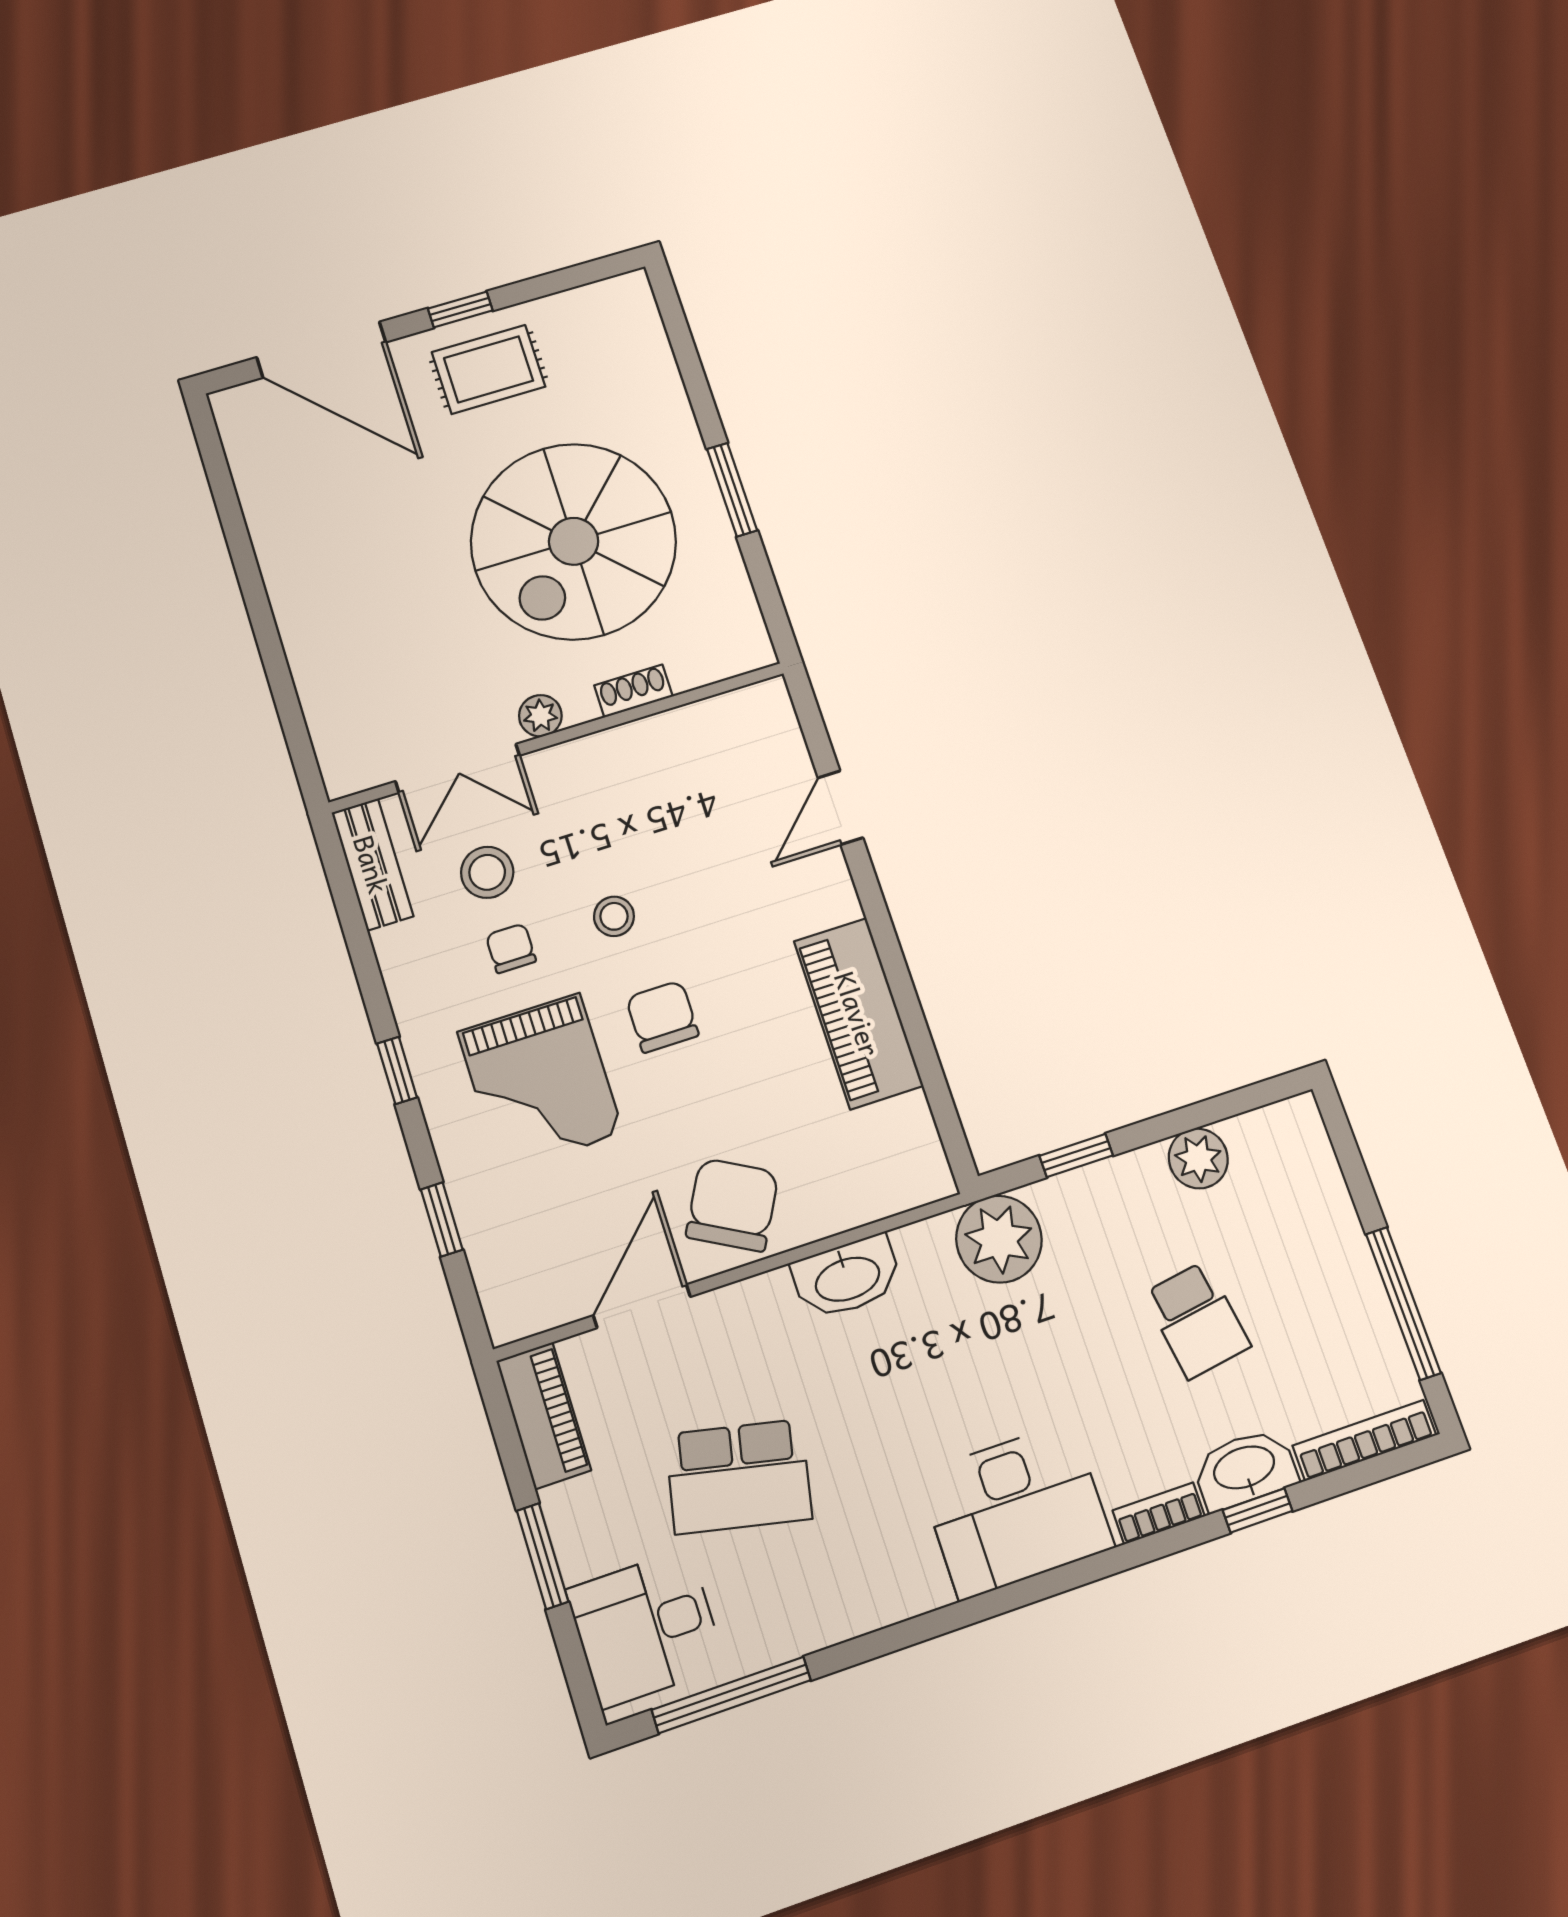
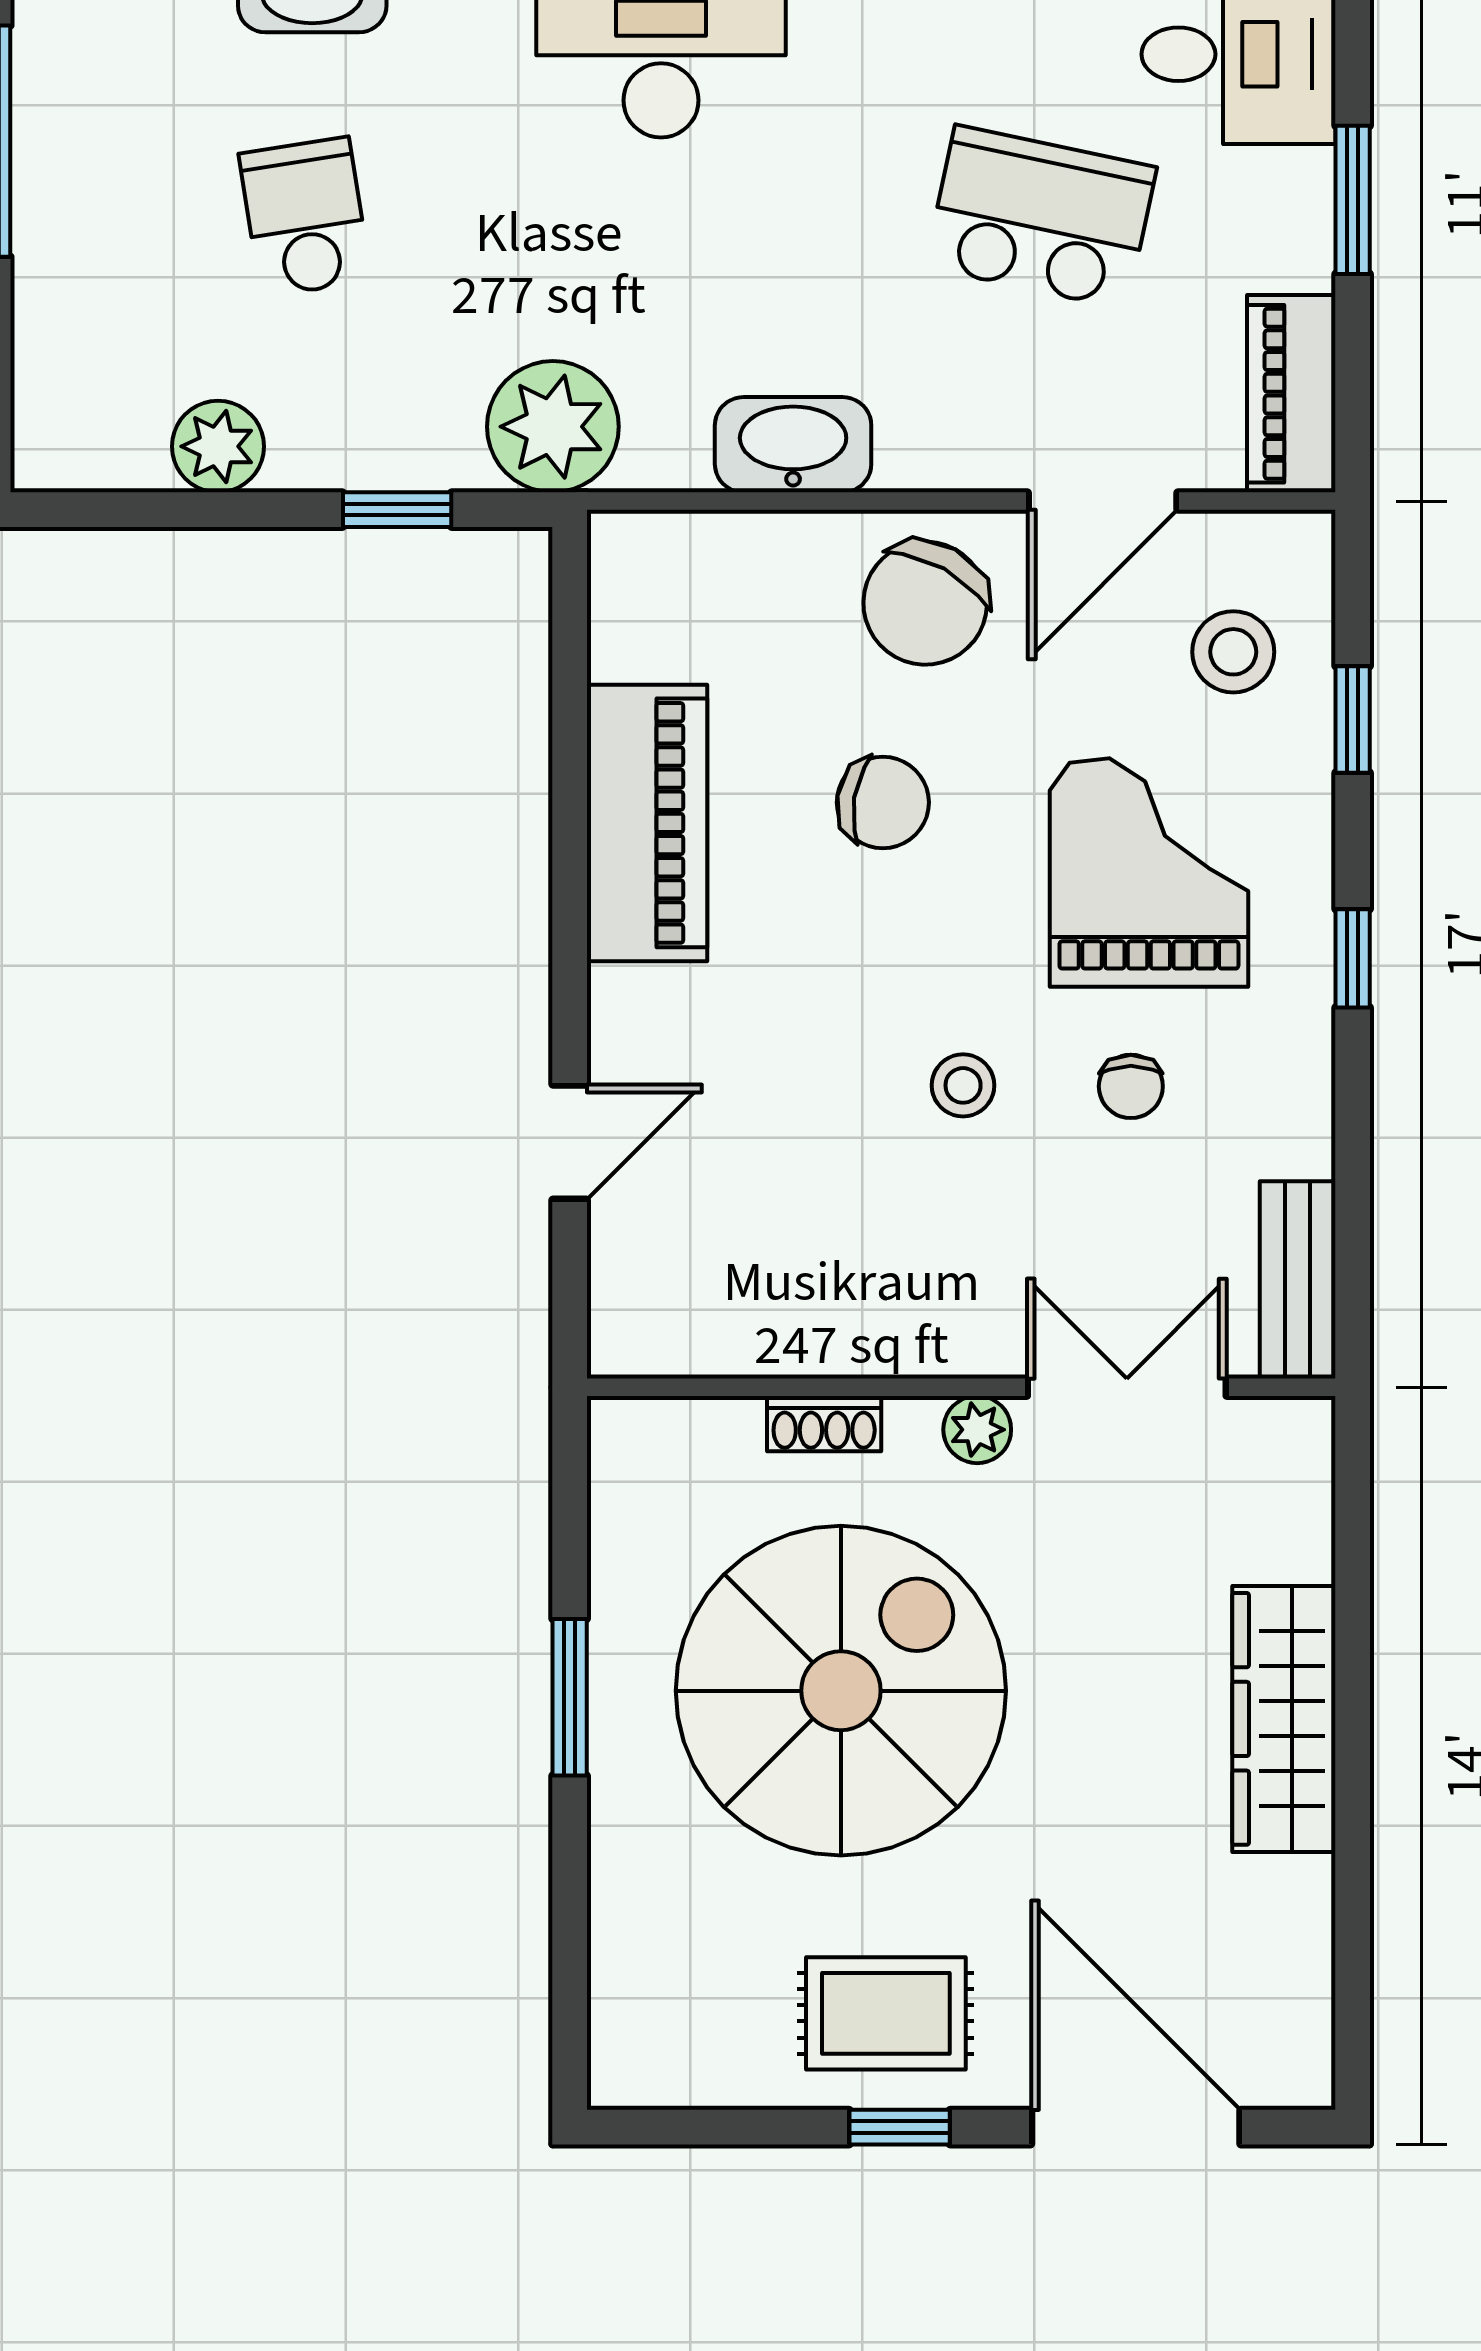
wardrobe: (303, 605) -> (1284, 1719), added
stool: (487, 872) -> (1233, 652), moved
chair: (662, 1017) -> (883, 802), moved, turned -81

